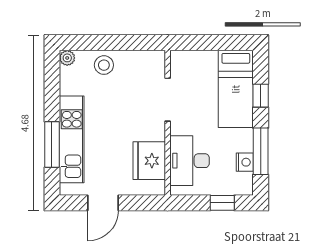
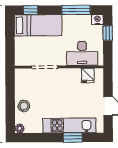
window: (261, 96) -> (31, 10), moved
window: (52, 144) -> (73, 138), width x0.69
fridge: (149, 161) -> (88, 76), width x0.53, depth x0.75
nightstand: (245, 162) -> (97, 20), moved

